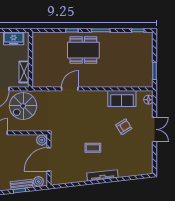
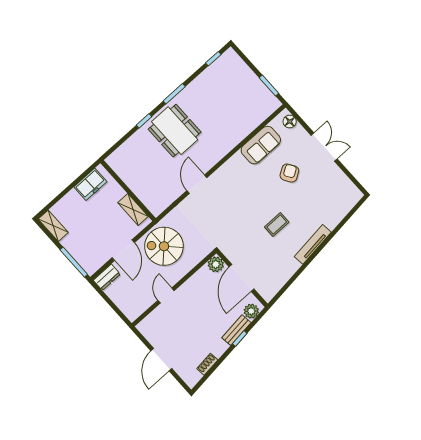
dining table: (83, 50) -> (175, 131), turned 90
spiral stairs: (23, 106) -> (164, 246), turned 90

